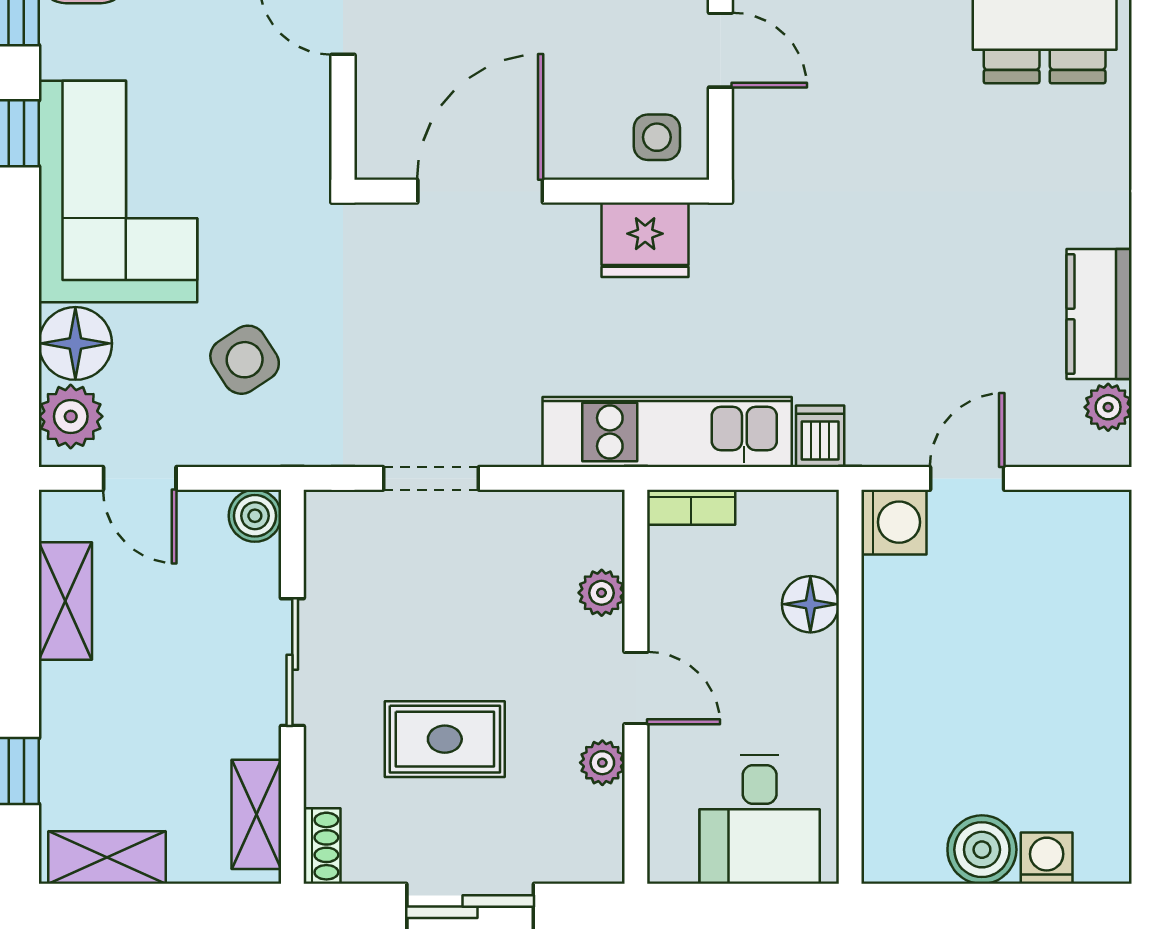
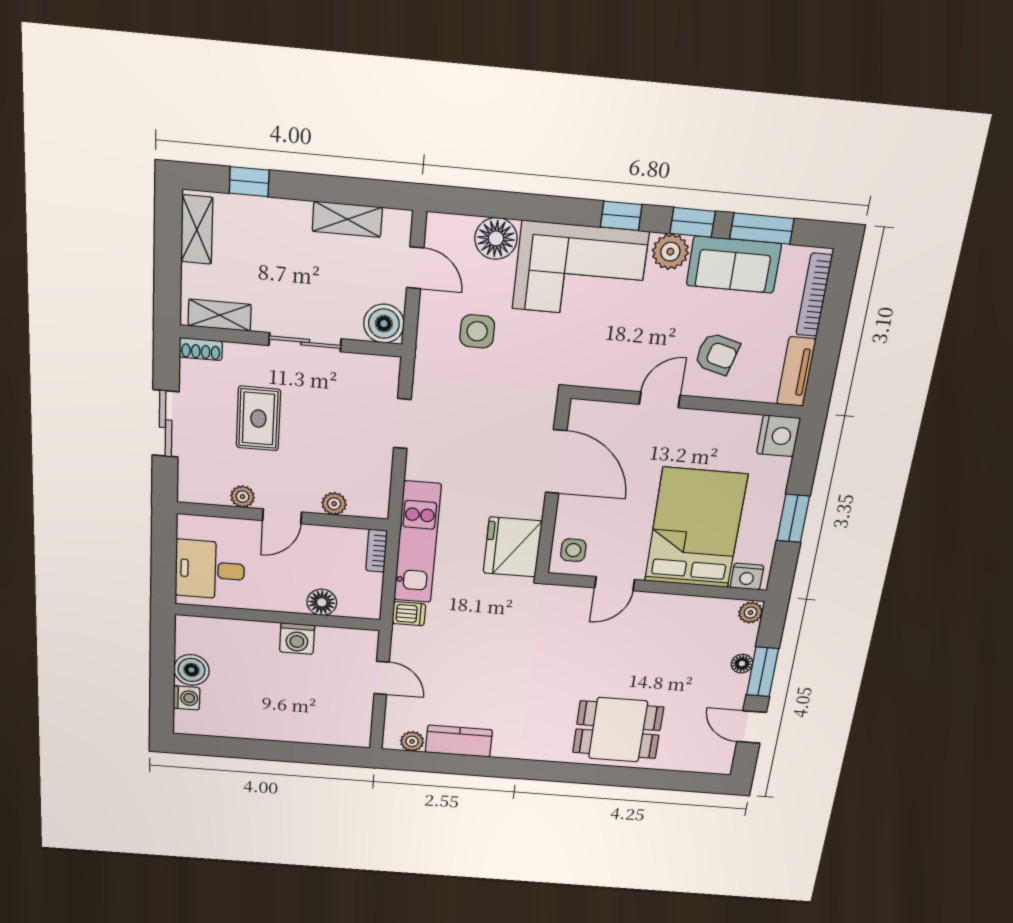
fridge: (645, 240) -> (513, 547), width x1.36, depth x1.34
side table: (245, 360) -> (477, 331), turned 33
plant: (71, 416) -> (670, 252), moved
door: (140, 478) -> (415, 268), swing flipped
boiler: (255, 516) -> (384, 324), width x1.36, depth x1.36
washing machine: (894, 522) -> (297, 639), moved

